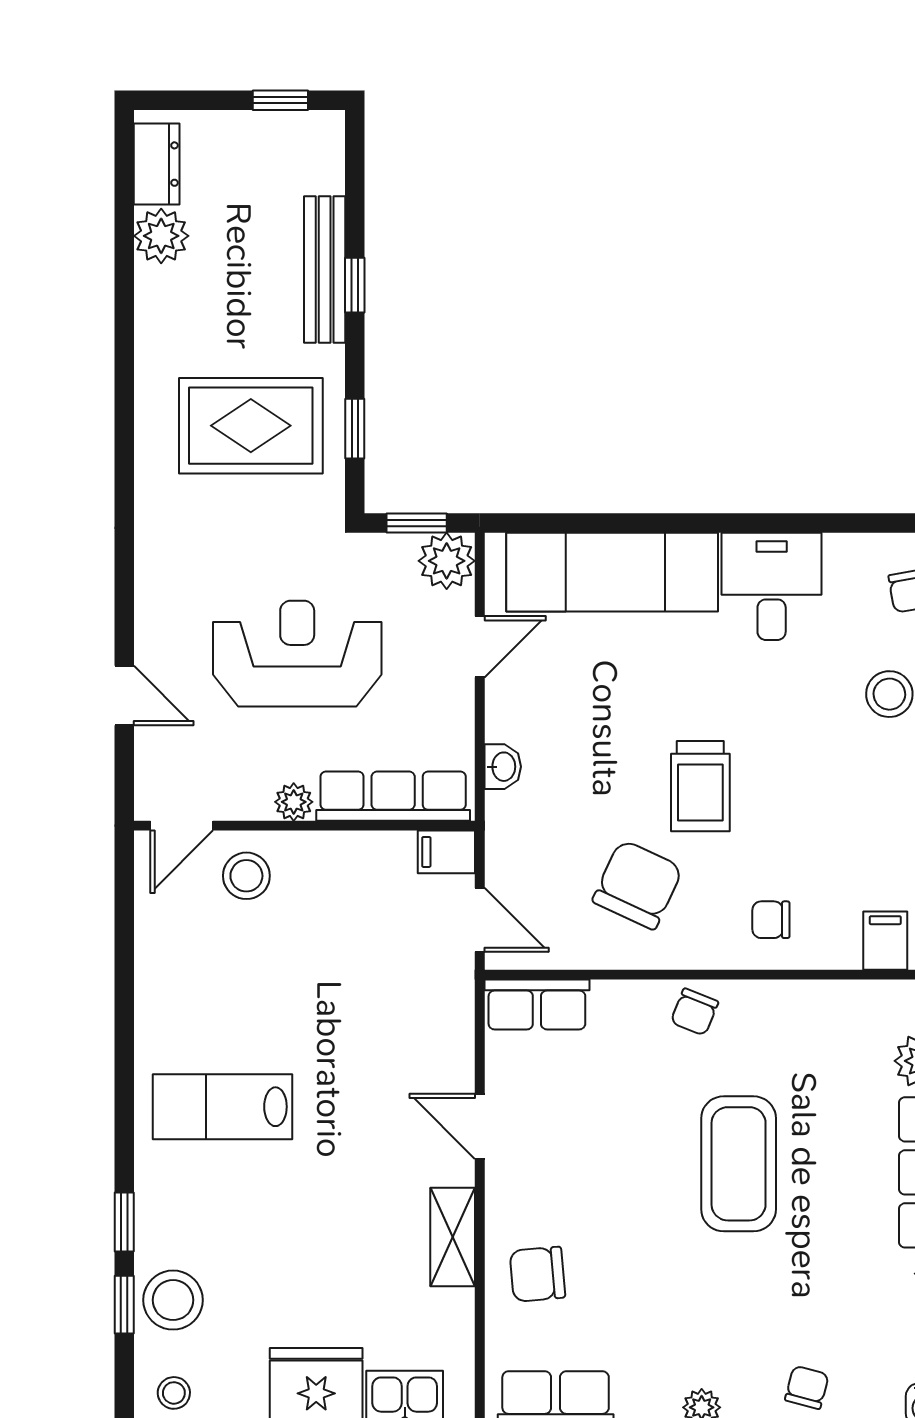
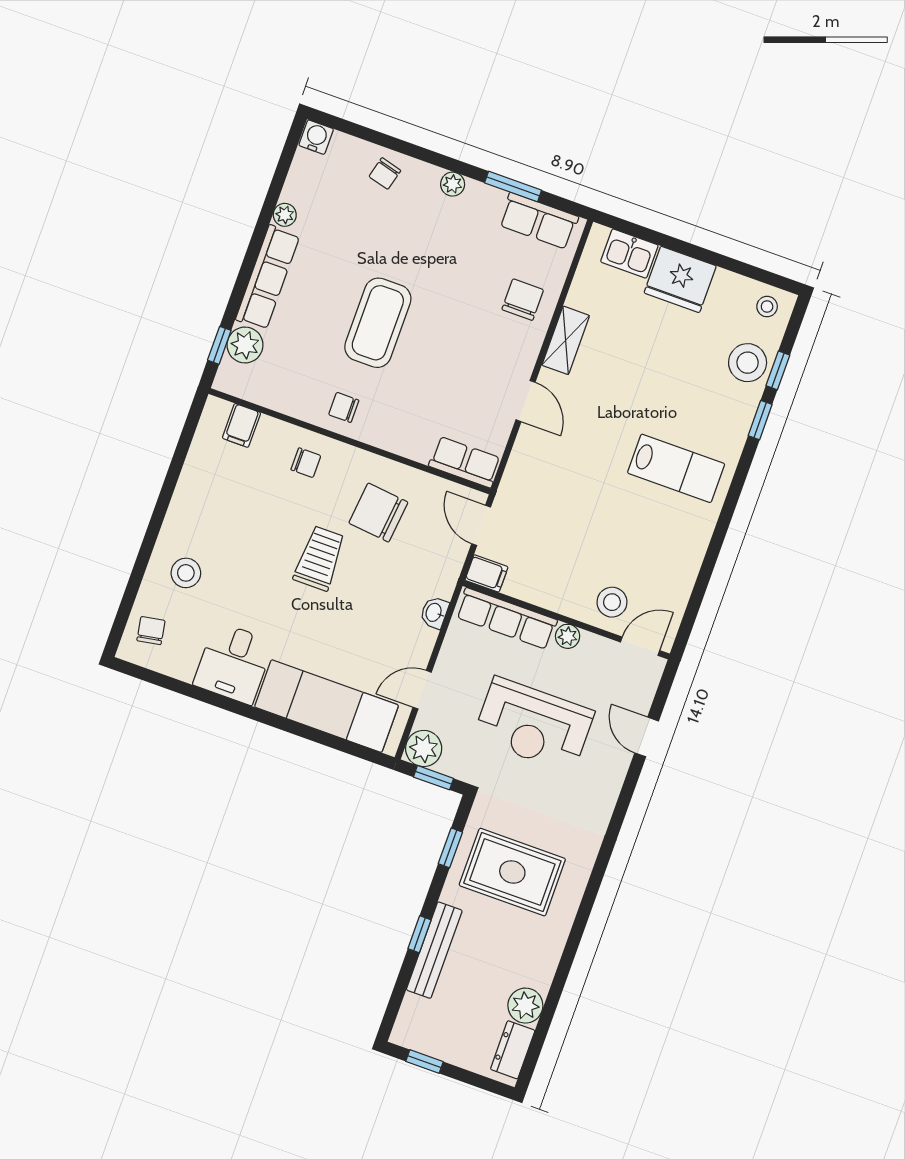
chair: (638, 885) -> (378, 513), turned 71
chair: (694, 1012) -> (344, 407), moved, turned -112
chair: (537, 1274) -> (523, 300), turned -85

